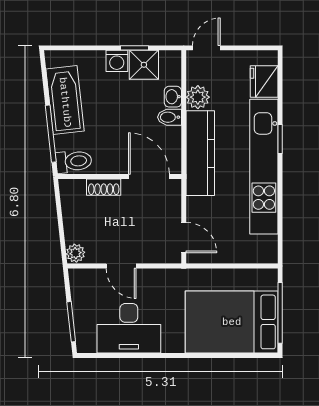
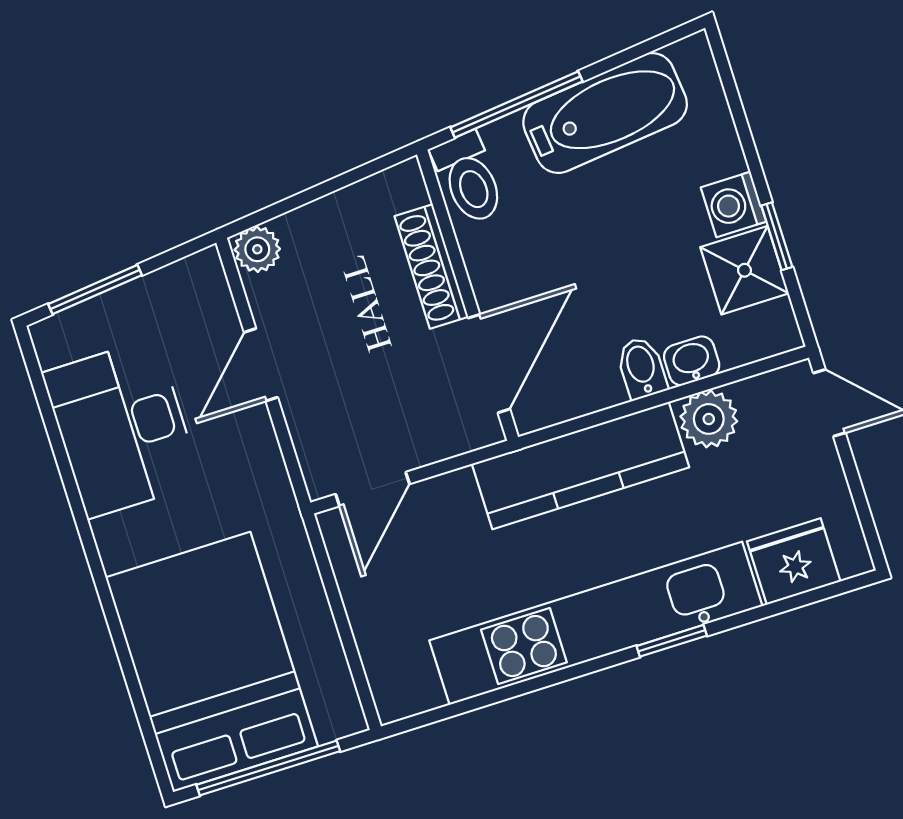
shoe rack: (104, 187) -> (431, 266), width x1.43

